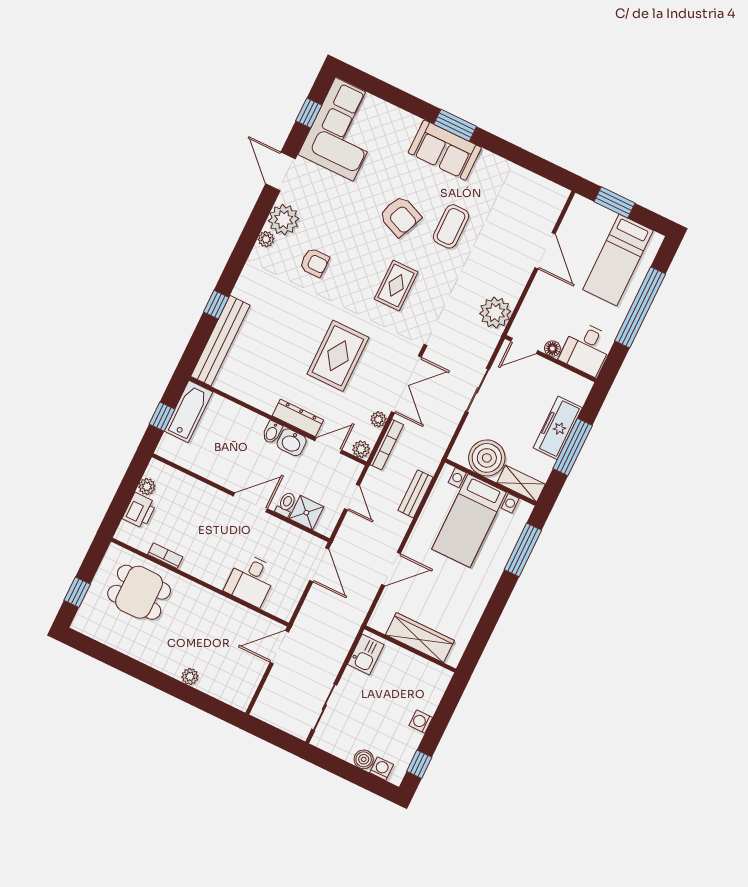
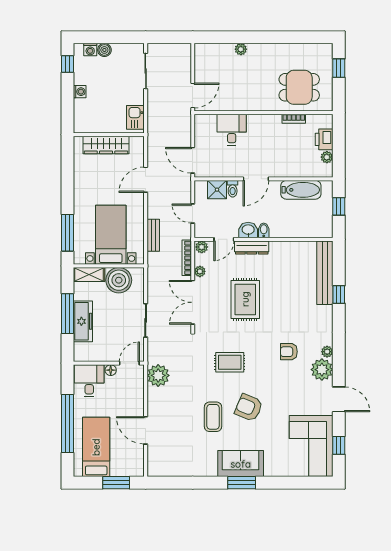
rug: (396, 285) -> (230, 362), turned 90
bathtub: (189, 412) -> (301, 190), moved, turned -90

